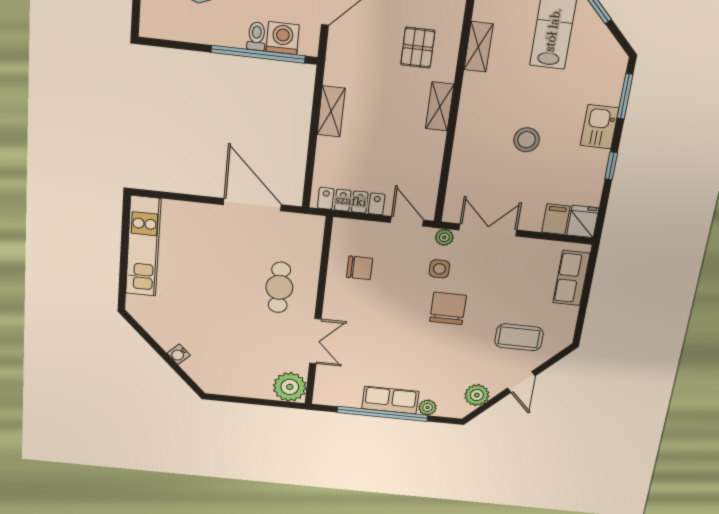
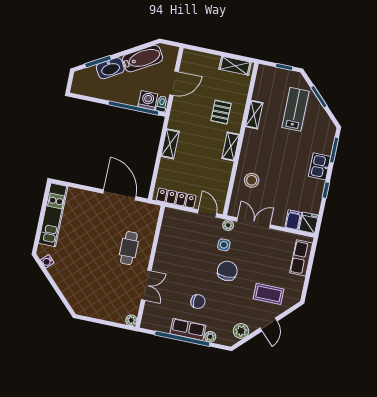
toilet: (256, 36) -> (162, 104), moved
stool: (527, 140) -> (252, 180), moved
chair: (360, 268) -> (198, 302), moved
water cooler: (179, 354) -> (47, 261), moved
plant: (290, 387) -> (131, 320), width x0.53, depth x0.53

